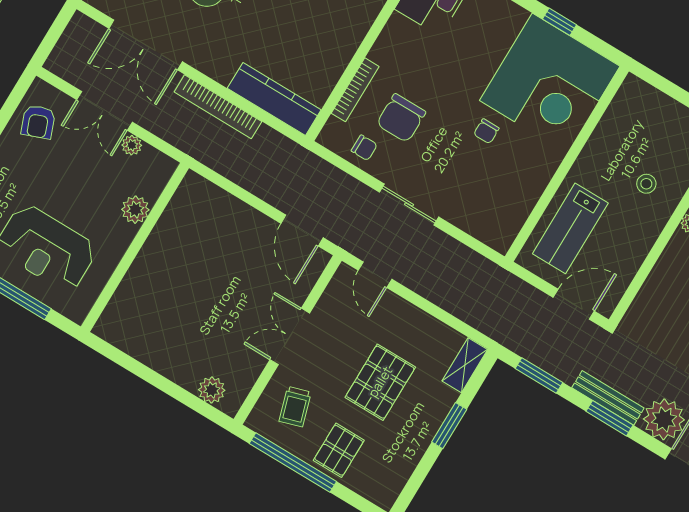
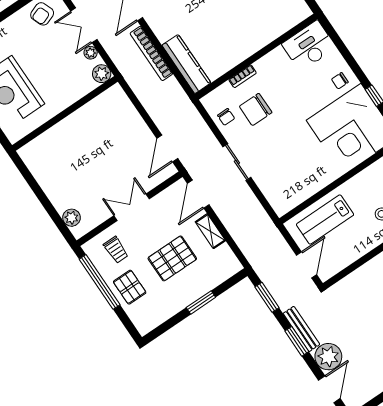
bookcase: (355, 90) -> (243, 76), width x0.64
chair: (486, 131) -> (340, 81), moved
plant: (135, 210) -> (102, 74), moved
door: (375, 275) -> (198, 194), width x1.38
door: (574, 304) -> (307, 265), hinge flipped
shelving: (465, 365) -> (210, 231), moved, turned 90
trolley: (295, 407) -> (116, 250), turned -73
pallet: (339, 450) -> (130, 287), turned 90

